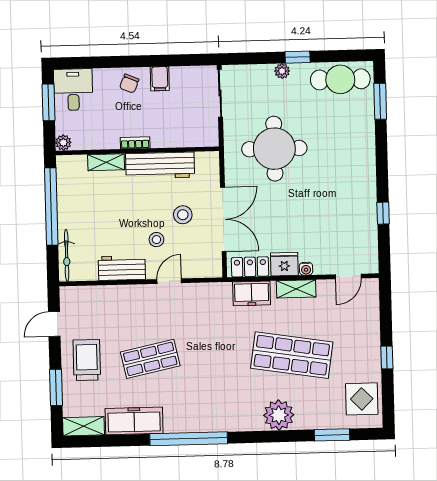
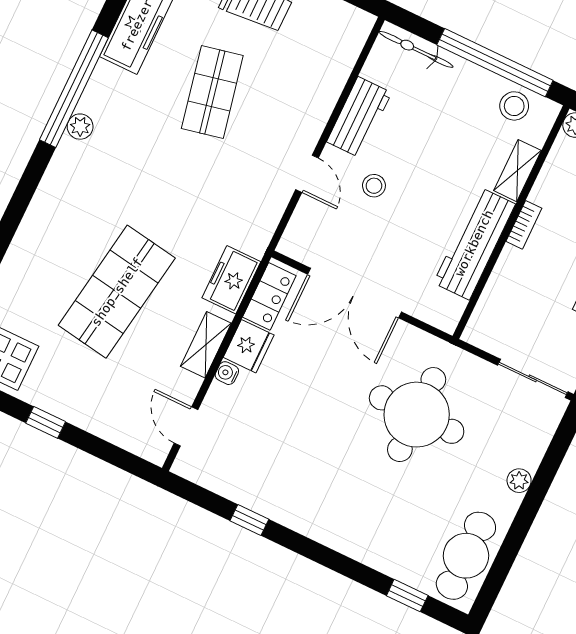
window: (298, 57) -> (527, 512), removed
window: (380, 101) -> (407, 596), width x0.67
stool: (183, 215) -> (514, 106), moved
plant: (279, 415) -> (80, 127), moved, width x0.53, depth x0.53

